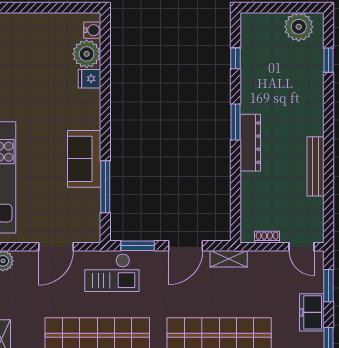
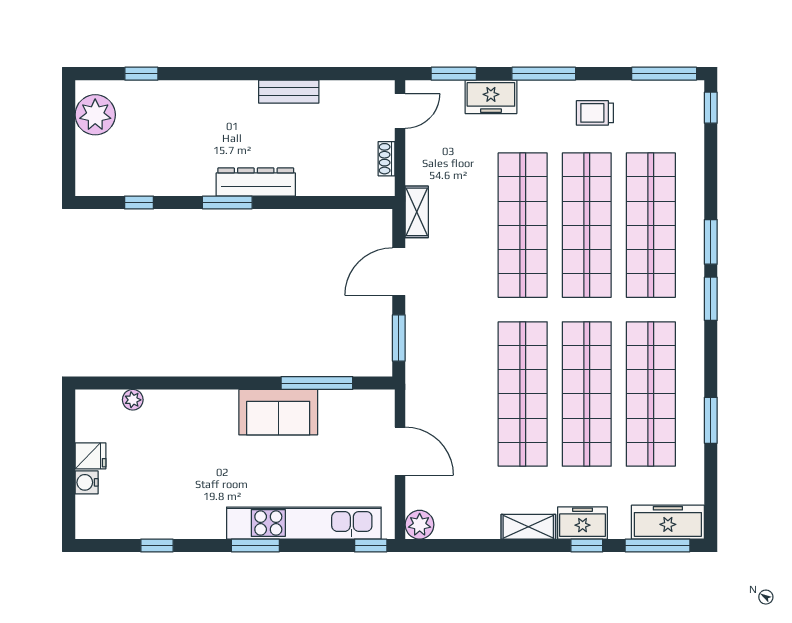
water cooler: (92, 30) -> (87, 482), moved, turned -90
plant: (87, 54) -> (133, 400), width x0.53, depth x0.53
fridge: (89, 79) -> (91, 456), moved, turned -90
bench: (315, 166) -> (289, 92), width x0.73
door: (186, 246) -> (399, 272), swing flipped
checkout: (112, 273) -> (436, 374), removed

